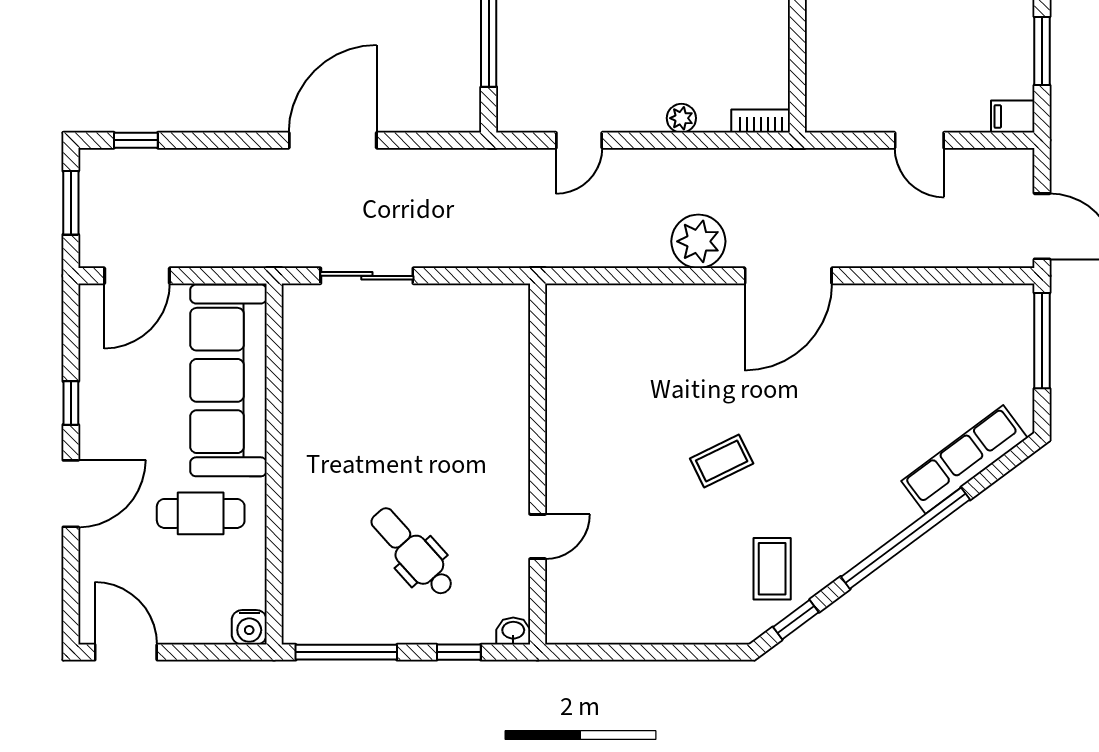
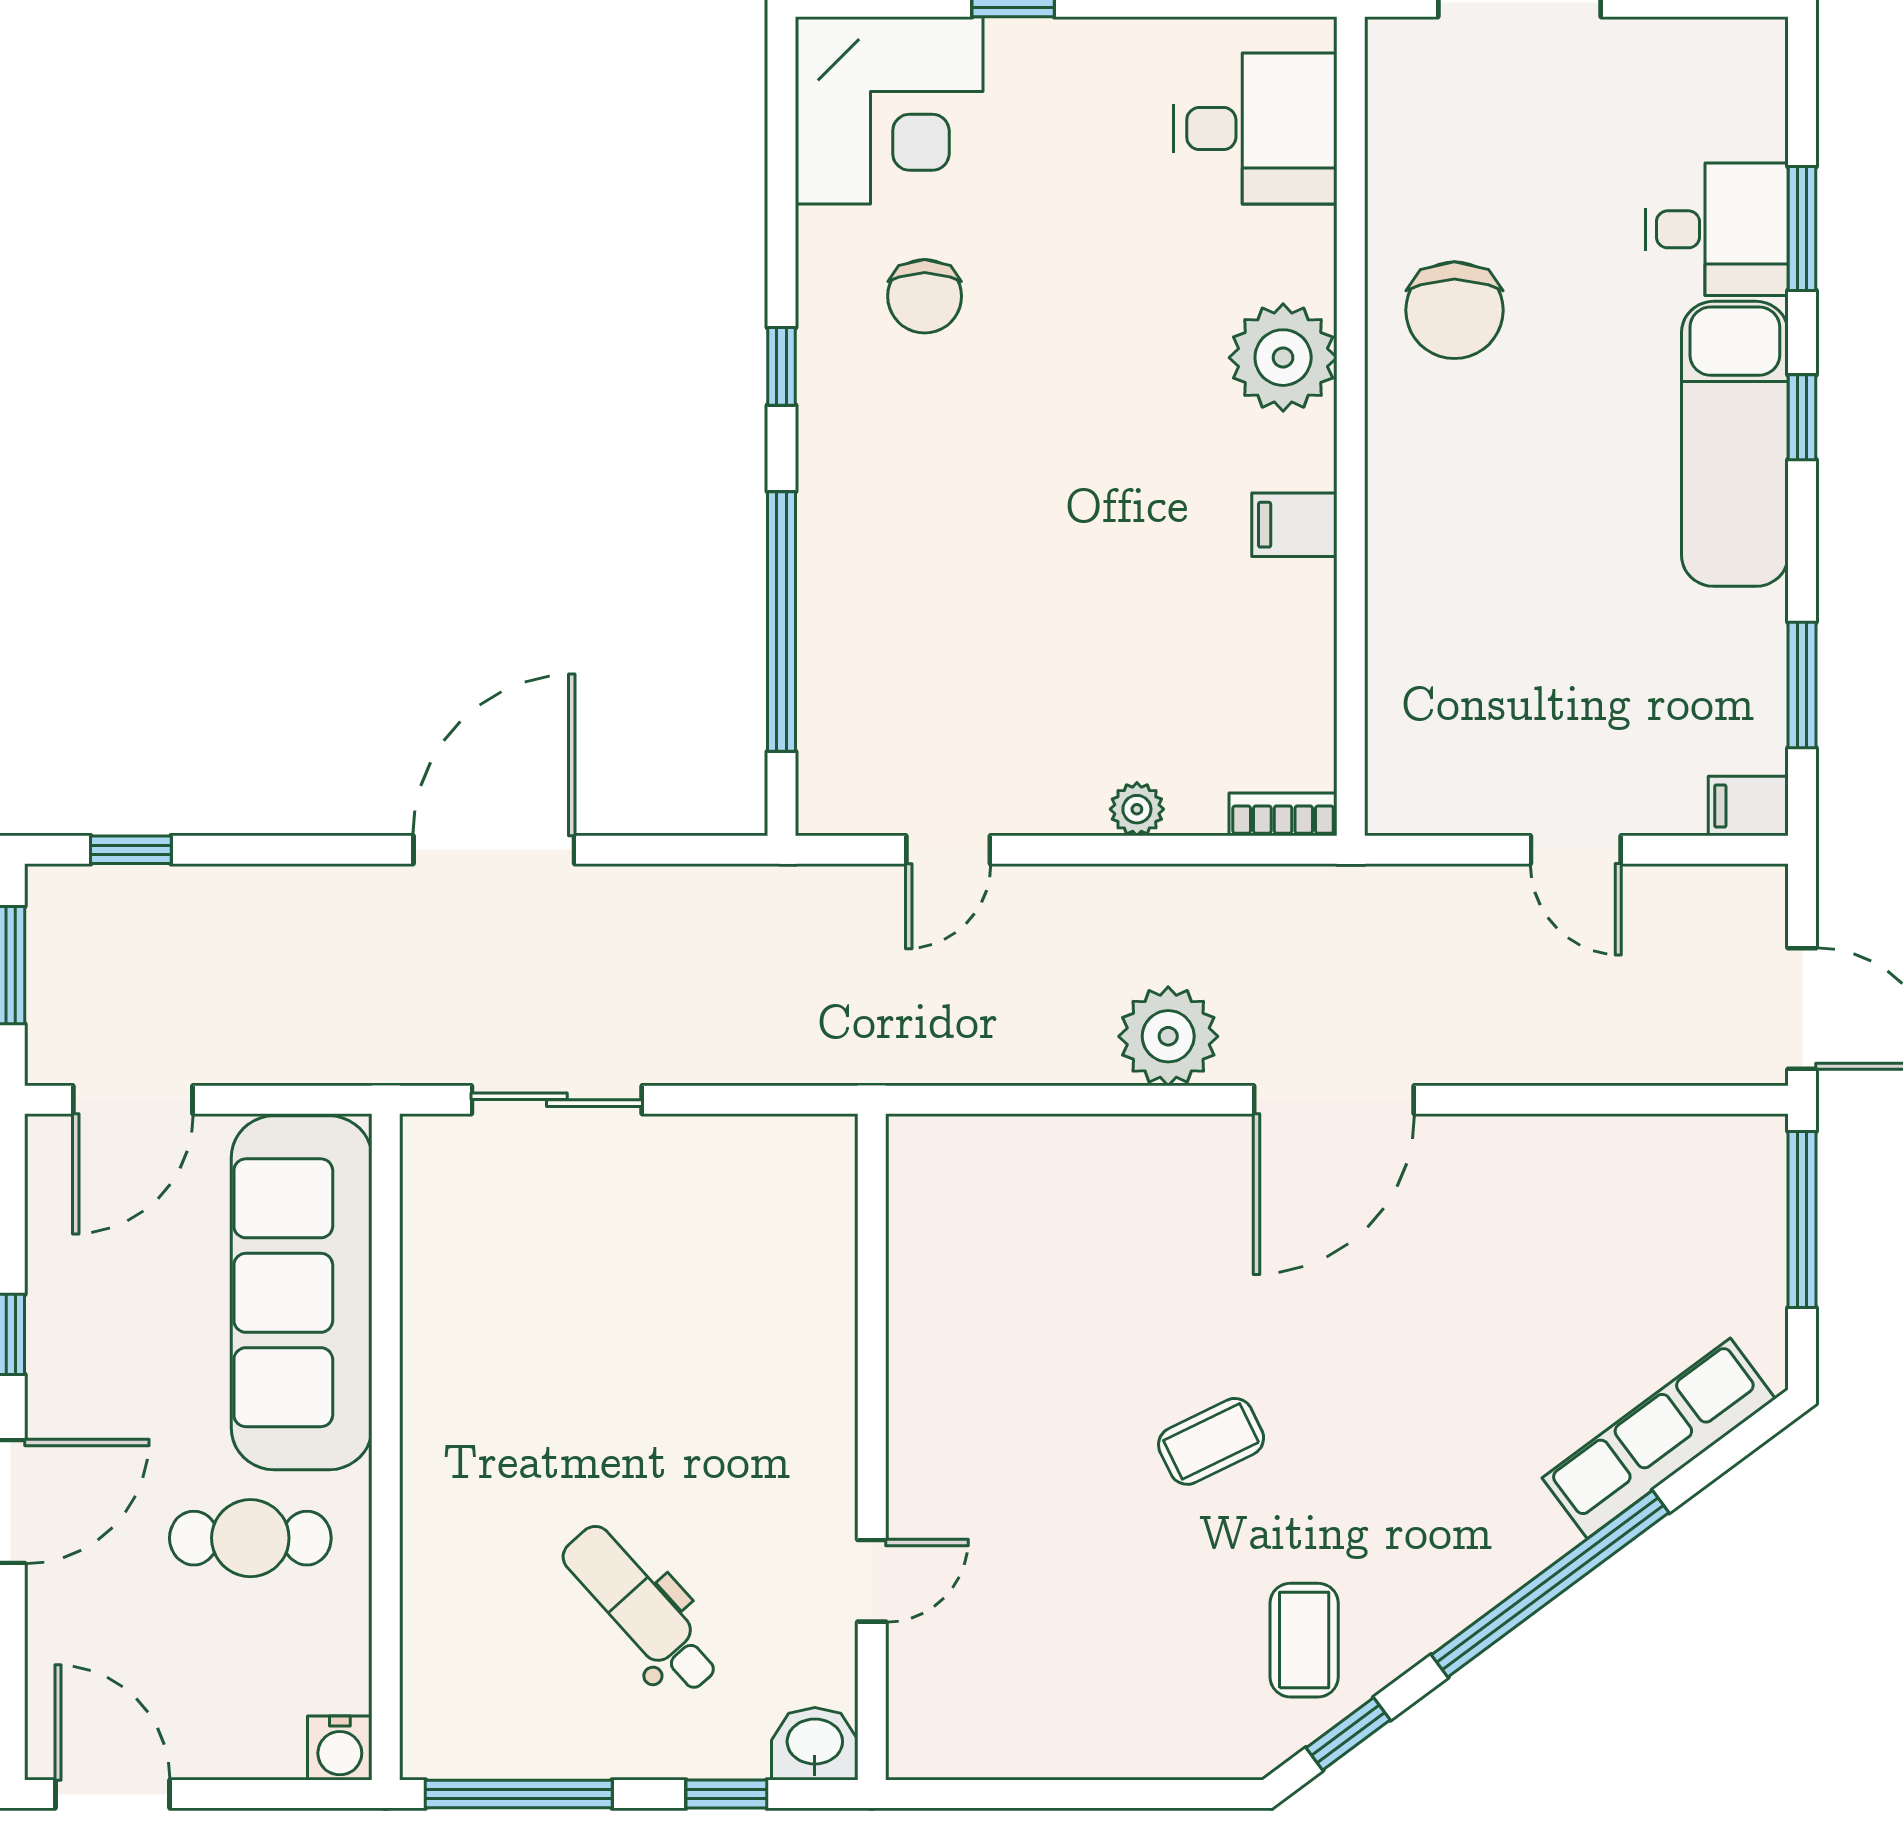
washbasin: (513, 631) -> (815, 1744), width x1.38, depth x1.45

